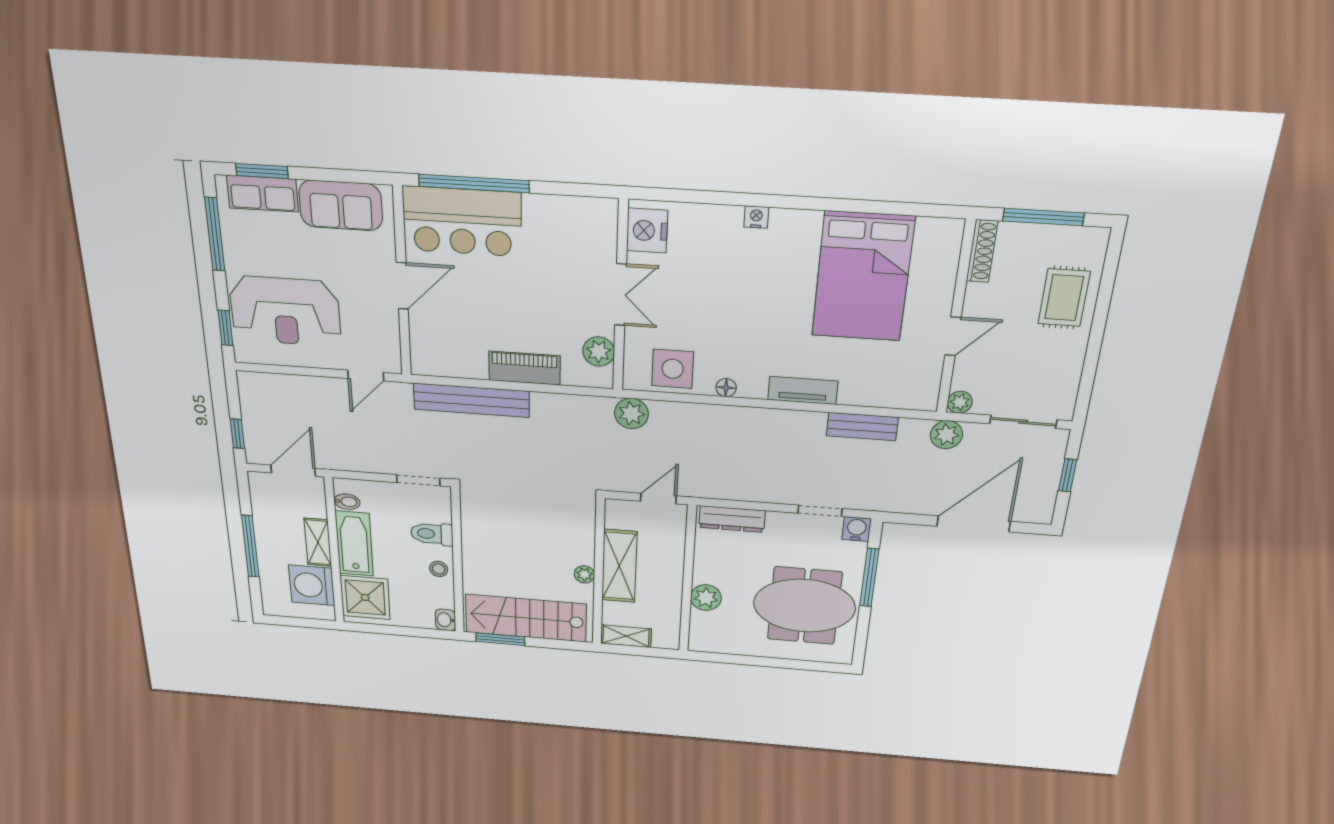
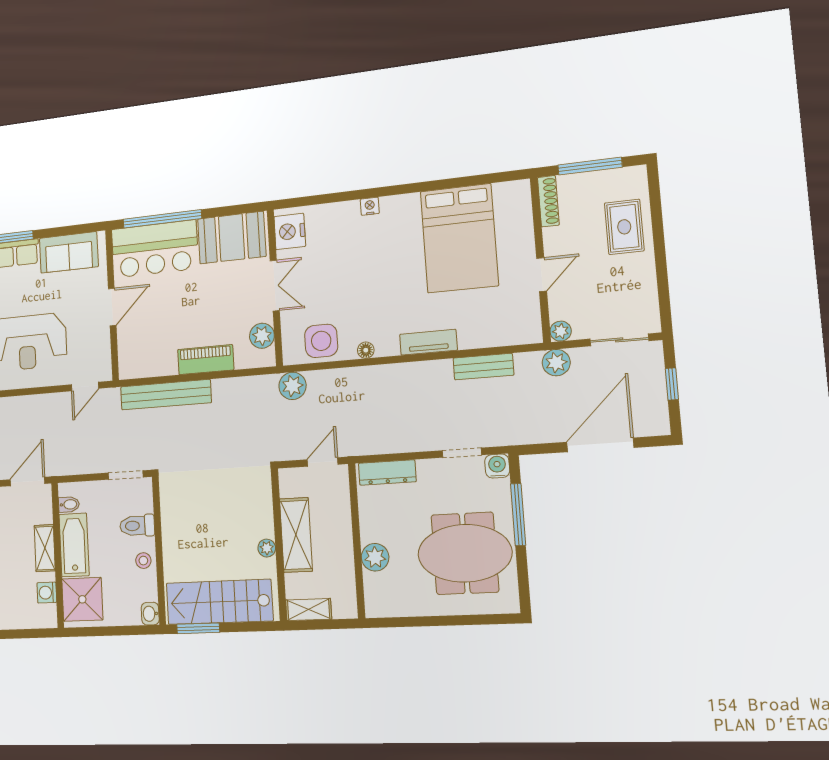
booth: (568, 225) -> (232, 238), added
washing machine: (312, 585) -> (47, 593), width x0.53, depth x0.53

